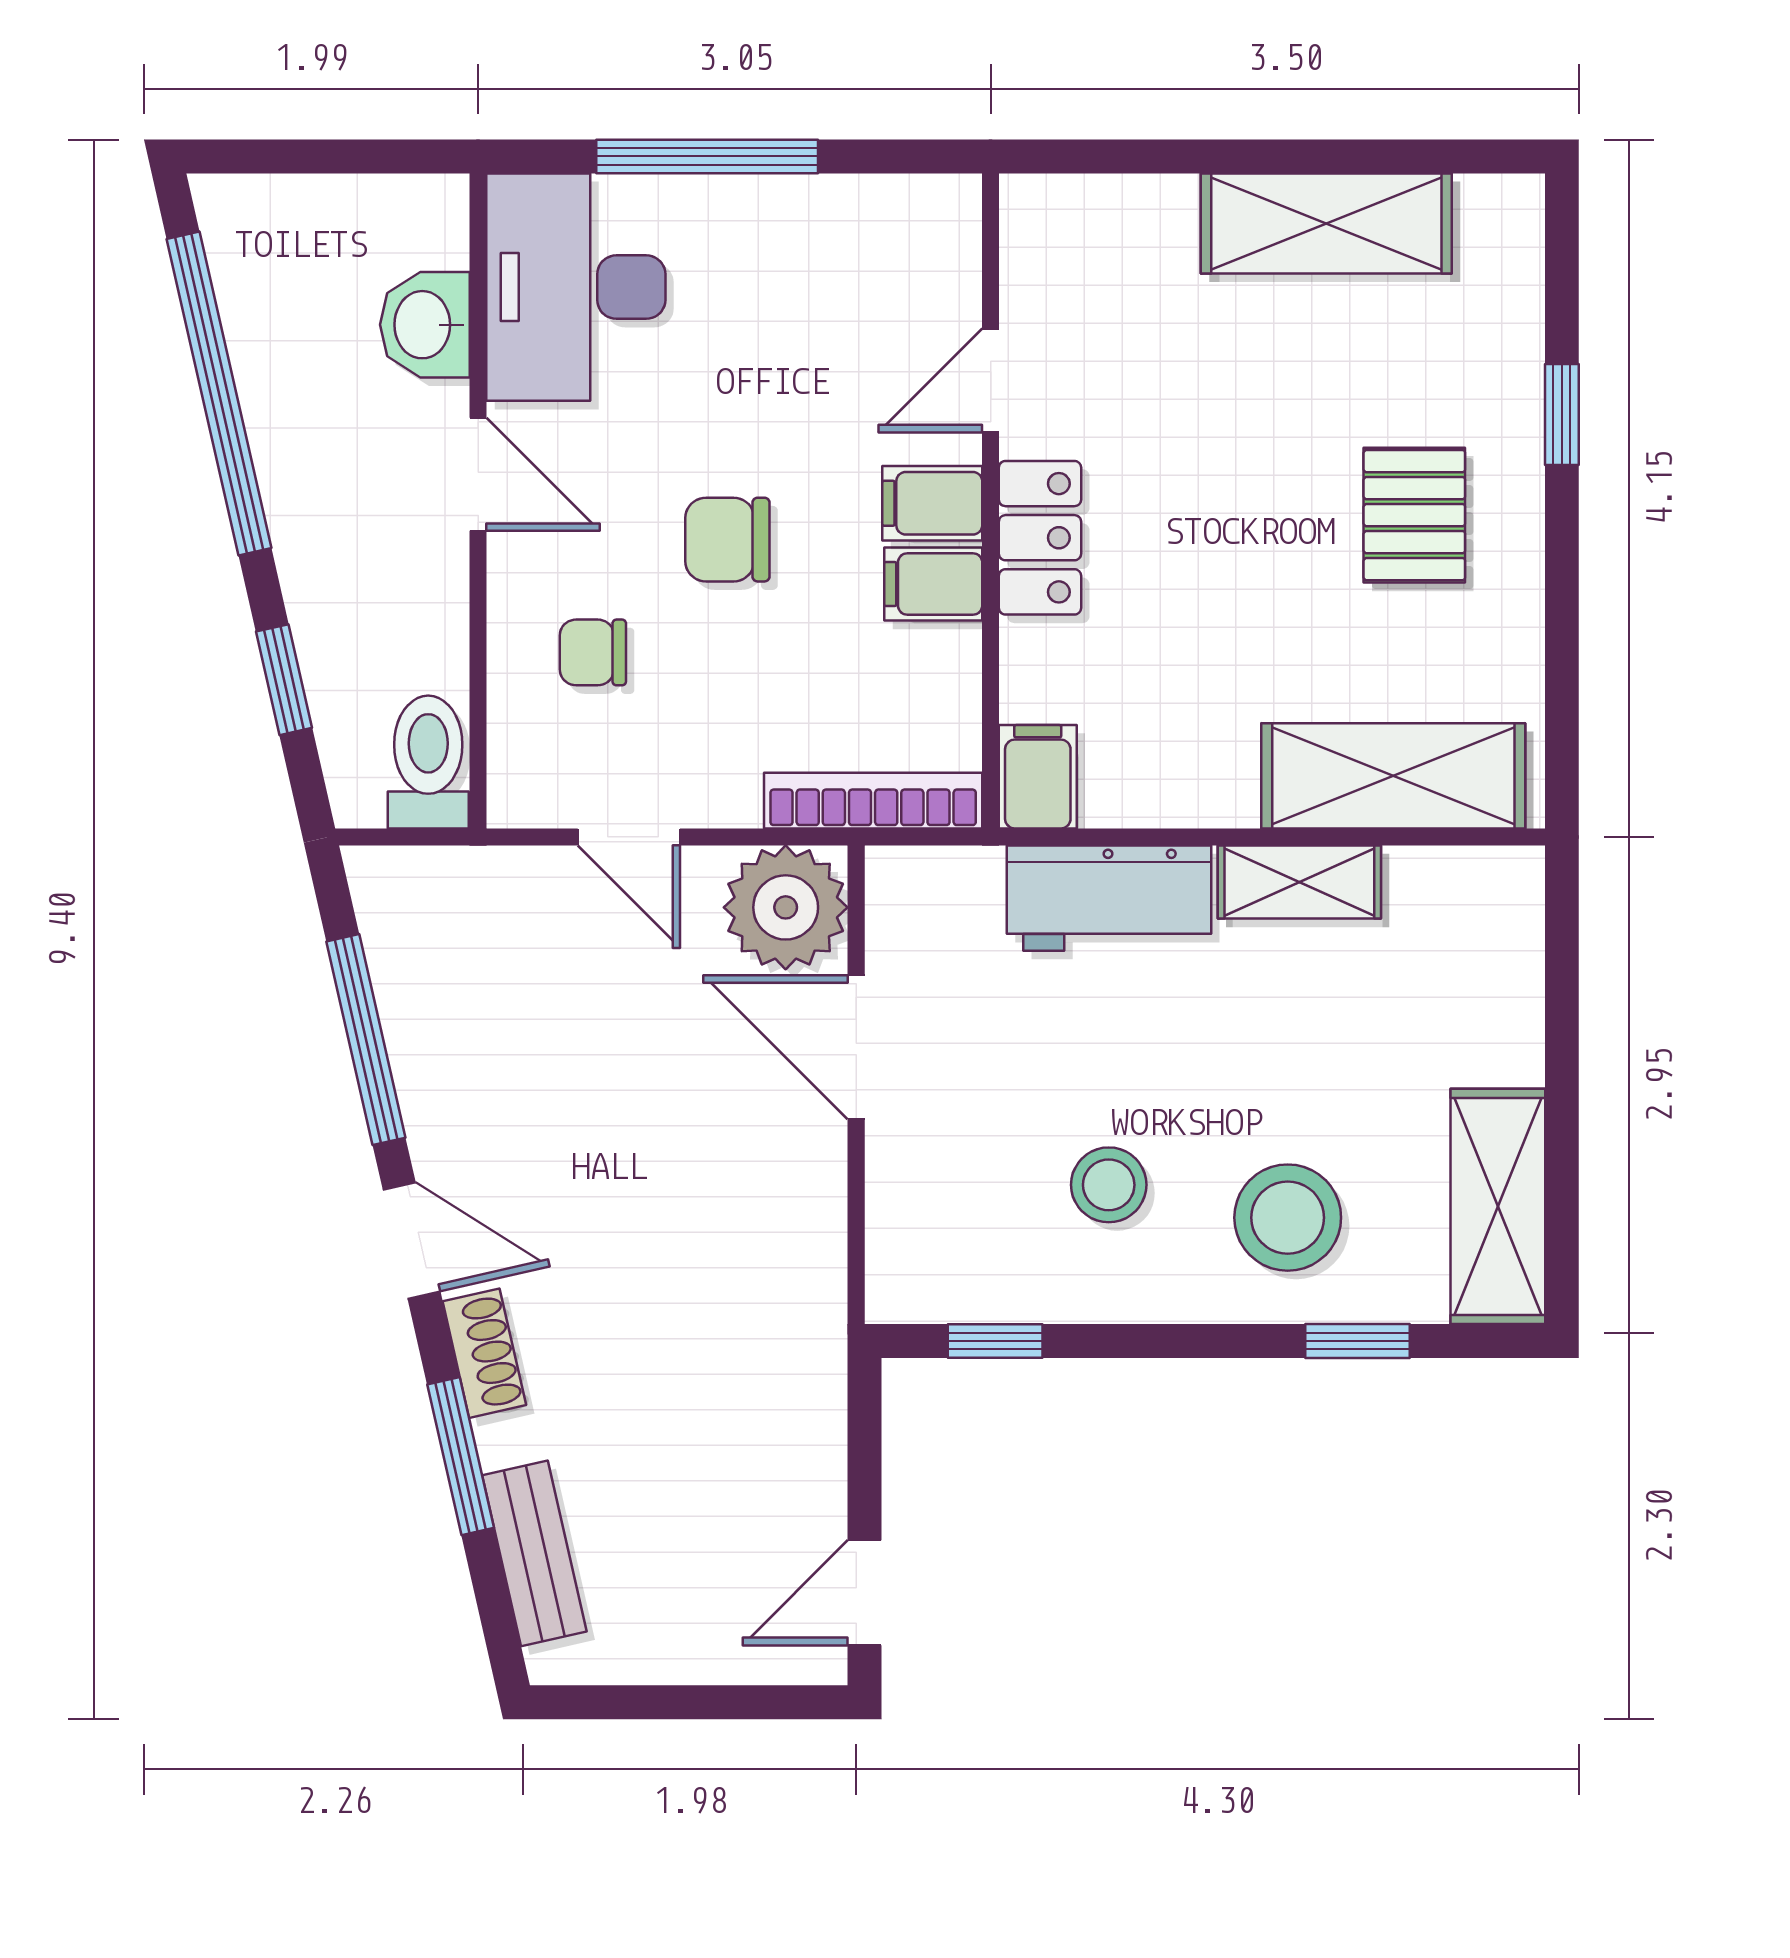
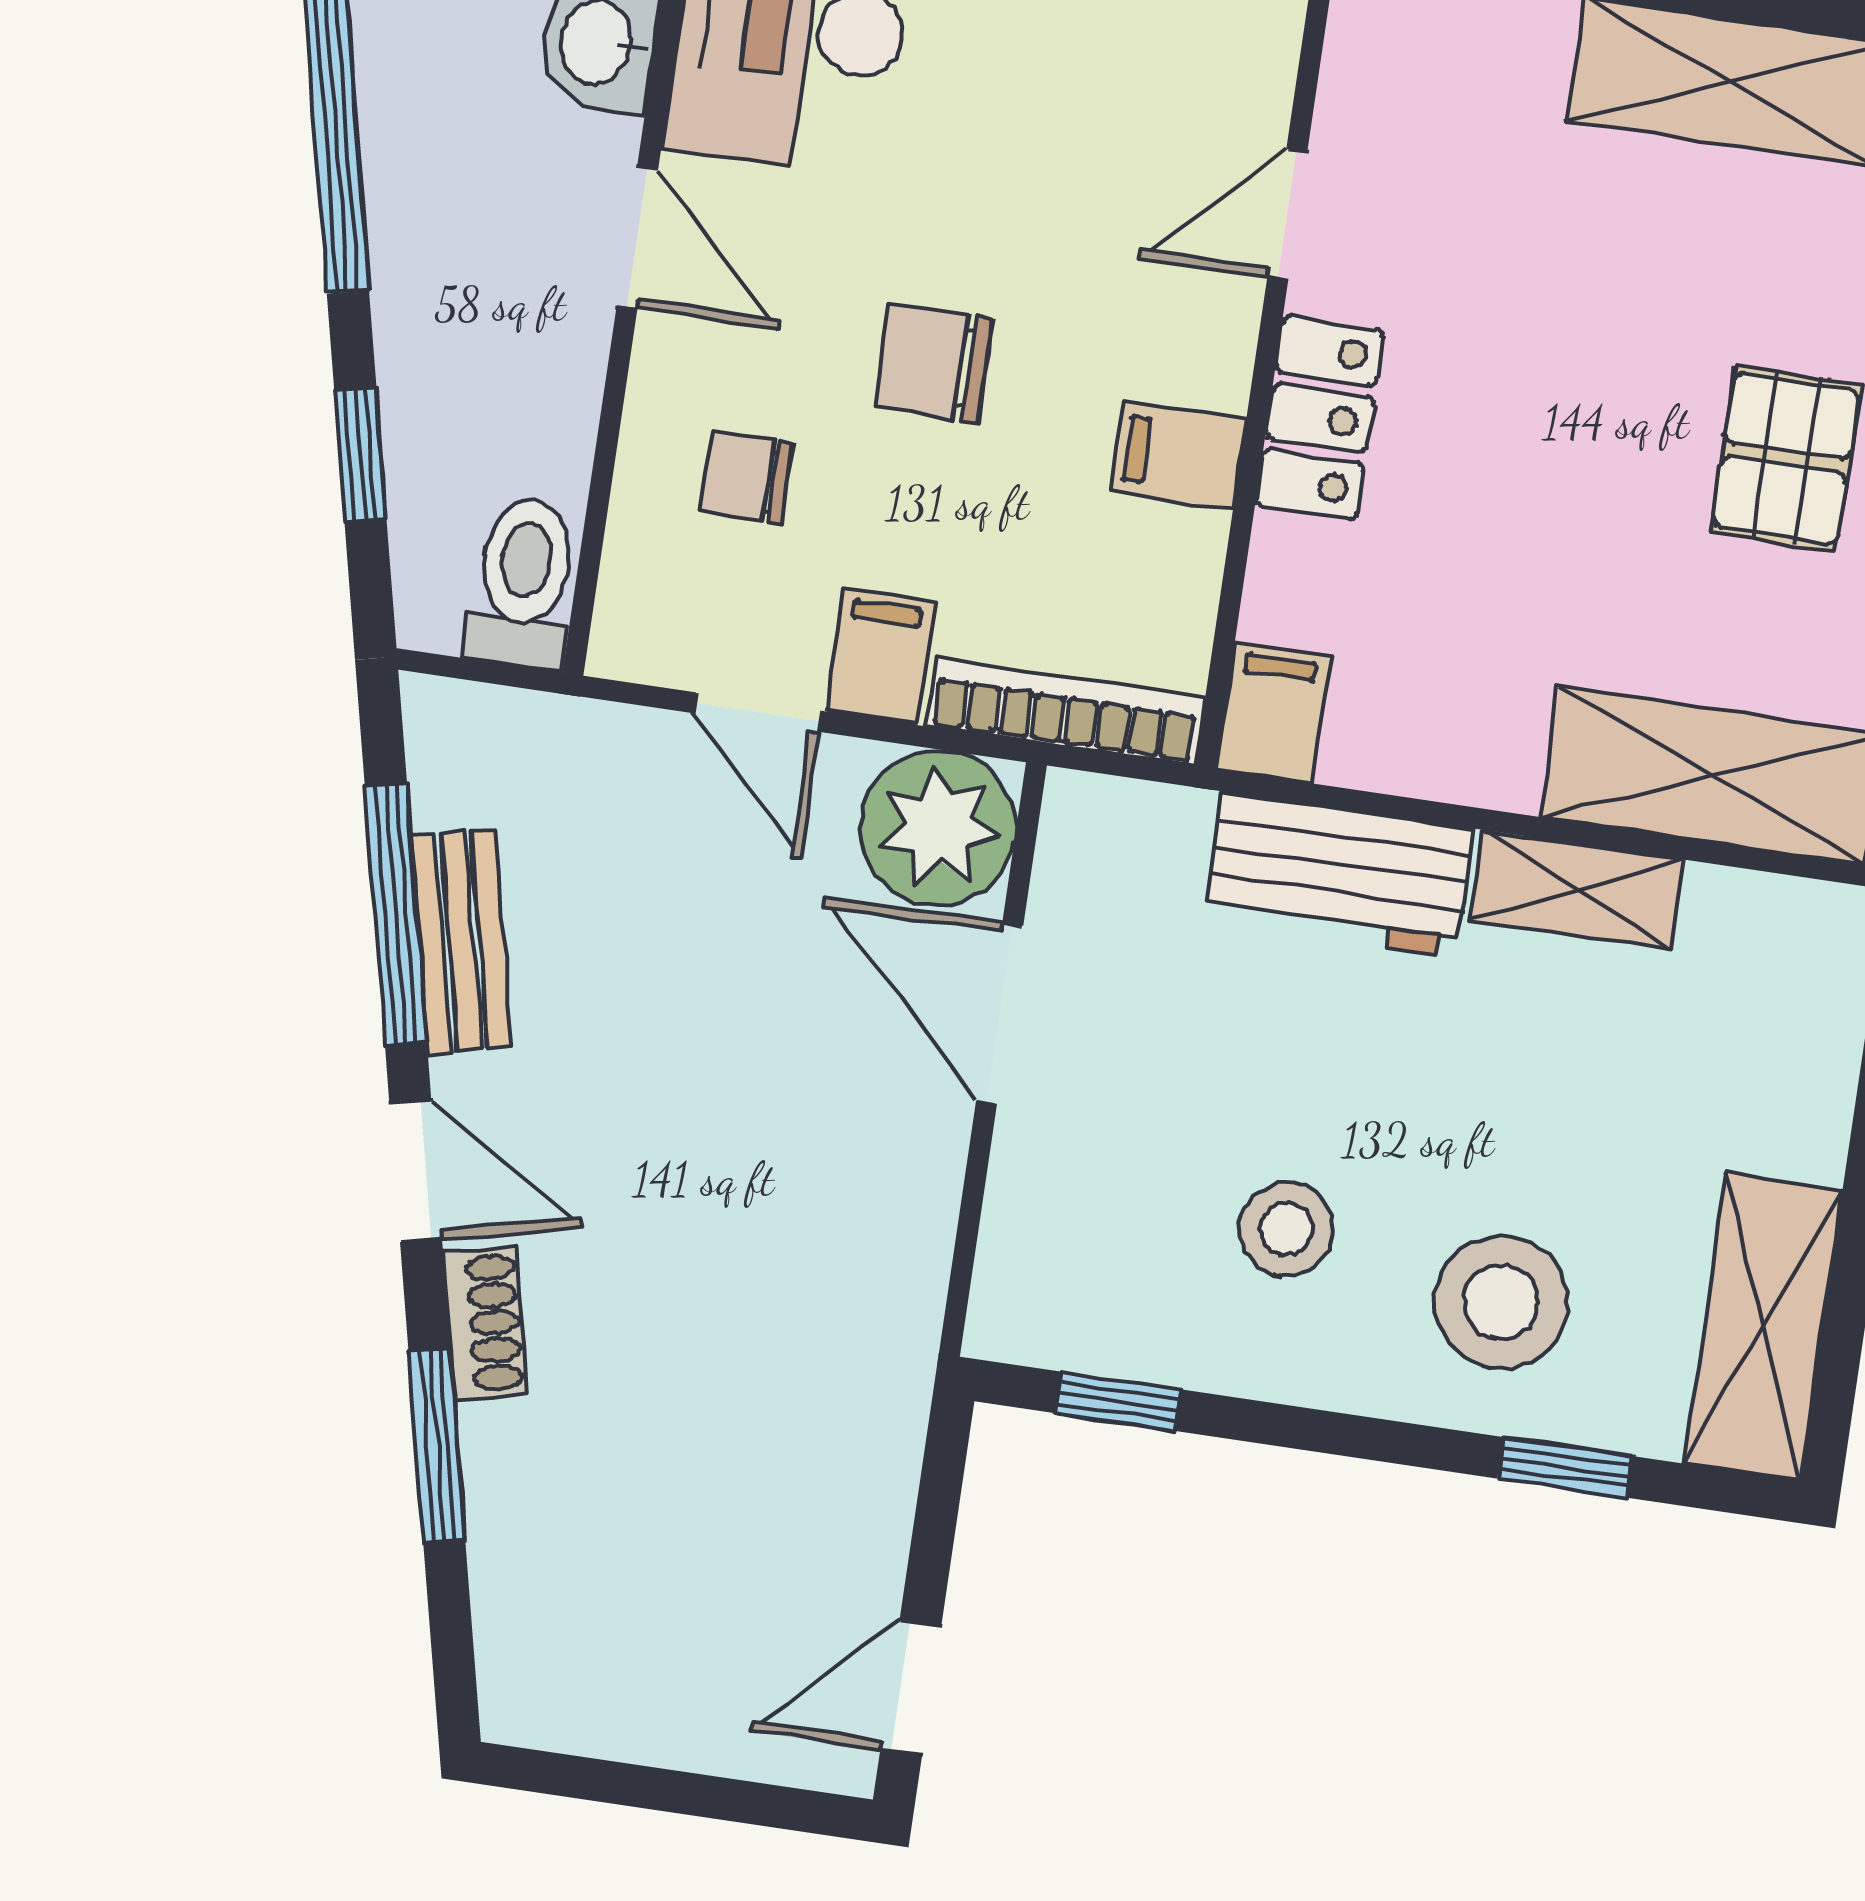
filing cabinet: (932, 503) -> (881, 657), moved, turned 90
bench: (534, 1553) -> (461, 941), moved

